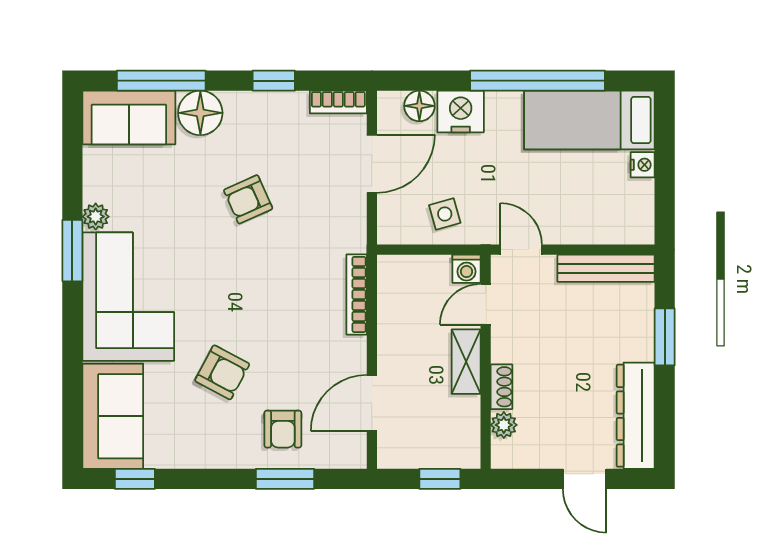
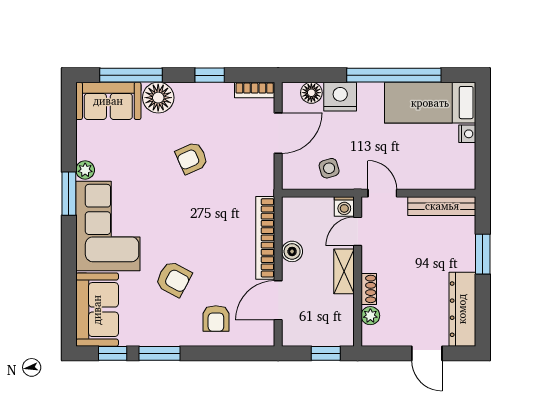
bookcase: (357, 294) -> (265, 238), width x1.48, depth x1.31
boiler: (392, 333) -> (292, 251), added
window: (285, 479) -> (159, 353), moved

